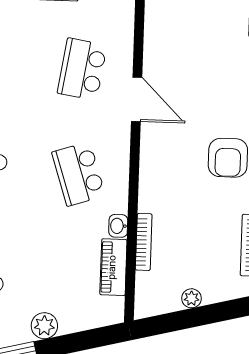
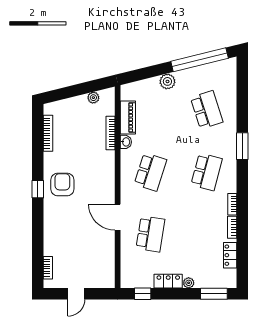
school desk: (78, 174) -> (150, 172), turned 36
plant: (192, 298) -> (93, 98), moved

